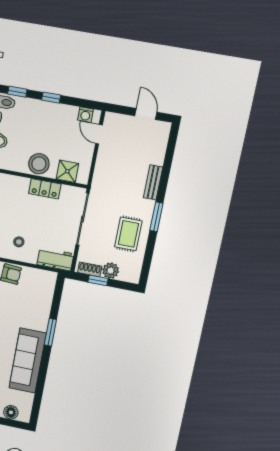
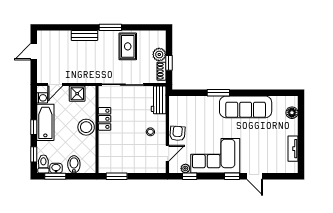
bathtub: (54, 113) -> (45, 122), added
shower: (67, 171) -> (77, 94), moved
rug: (128, 234) -> (128, 46), turned 90

